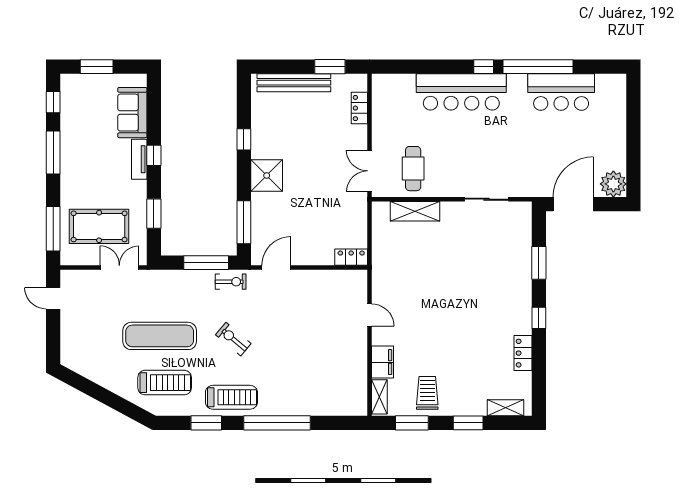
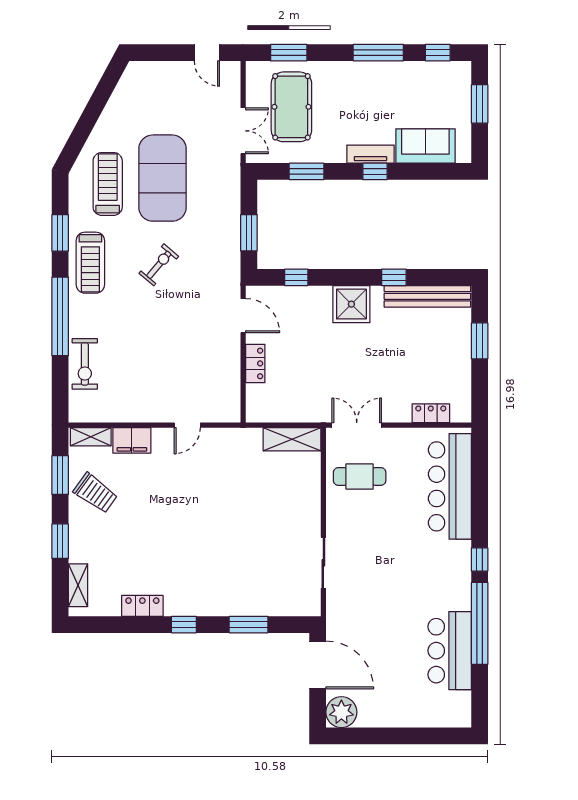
window: (330, 67) -> (480, 341), moved
bench: (294, 83) -> (427, 296), moved, turned 90
bar counter: (461, 92) -> (450, 486), moved
shelving: (415, 211) -> (292, 439), moved, turned 90
window: (244, 222) -> (296, 277), width x0.46
window: (53, 229) -> (289, 53), width x0.69
locker: (351, 257) -> (255, 363), moved
window: (206, 263) -> (249, 233), width x0.69
exercise bike: (231, 282) -> (85, 364), moved, width x1.38, depth x1.39
door: (53, 298) -> (207, 53), swing flipped
exercise mat: (160, 336) -> (163, 178), width x1.47
treadmill: (165, 383) -> (108, 184), turned 180
trolley: (427, 393) -> (95, 493), turned 36

